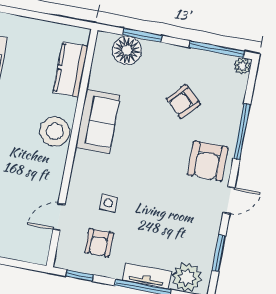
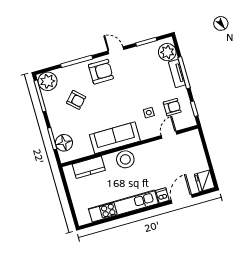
plant: (242, 66) -> (48, 81), width x1.87, depth x1.87
sofa: (98, 121) -> (115, 138), width x1.36
door: (59, 217) -> (169, 135), swing flipped

